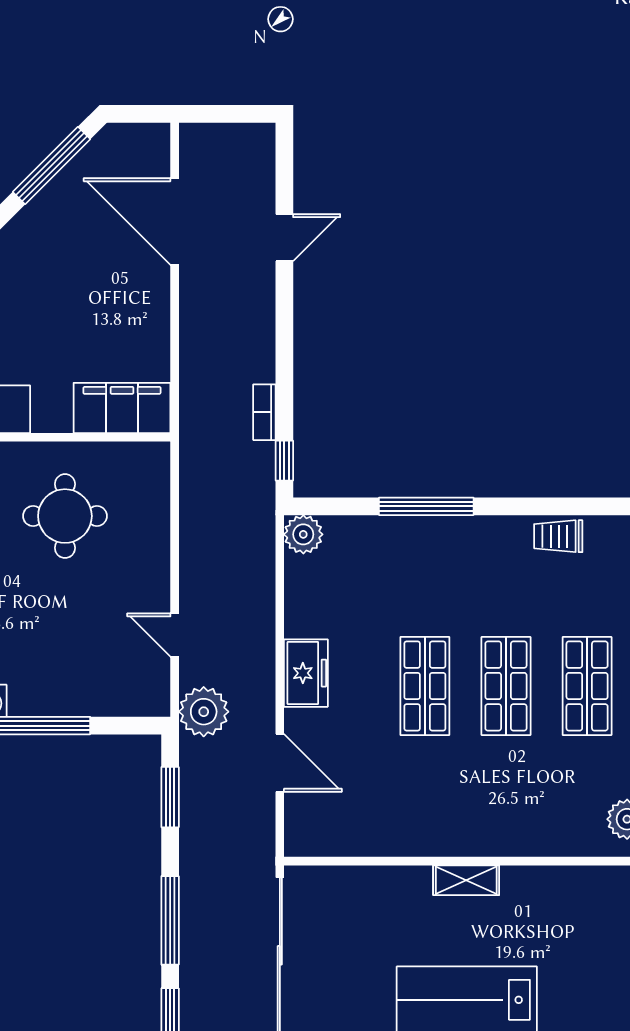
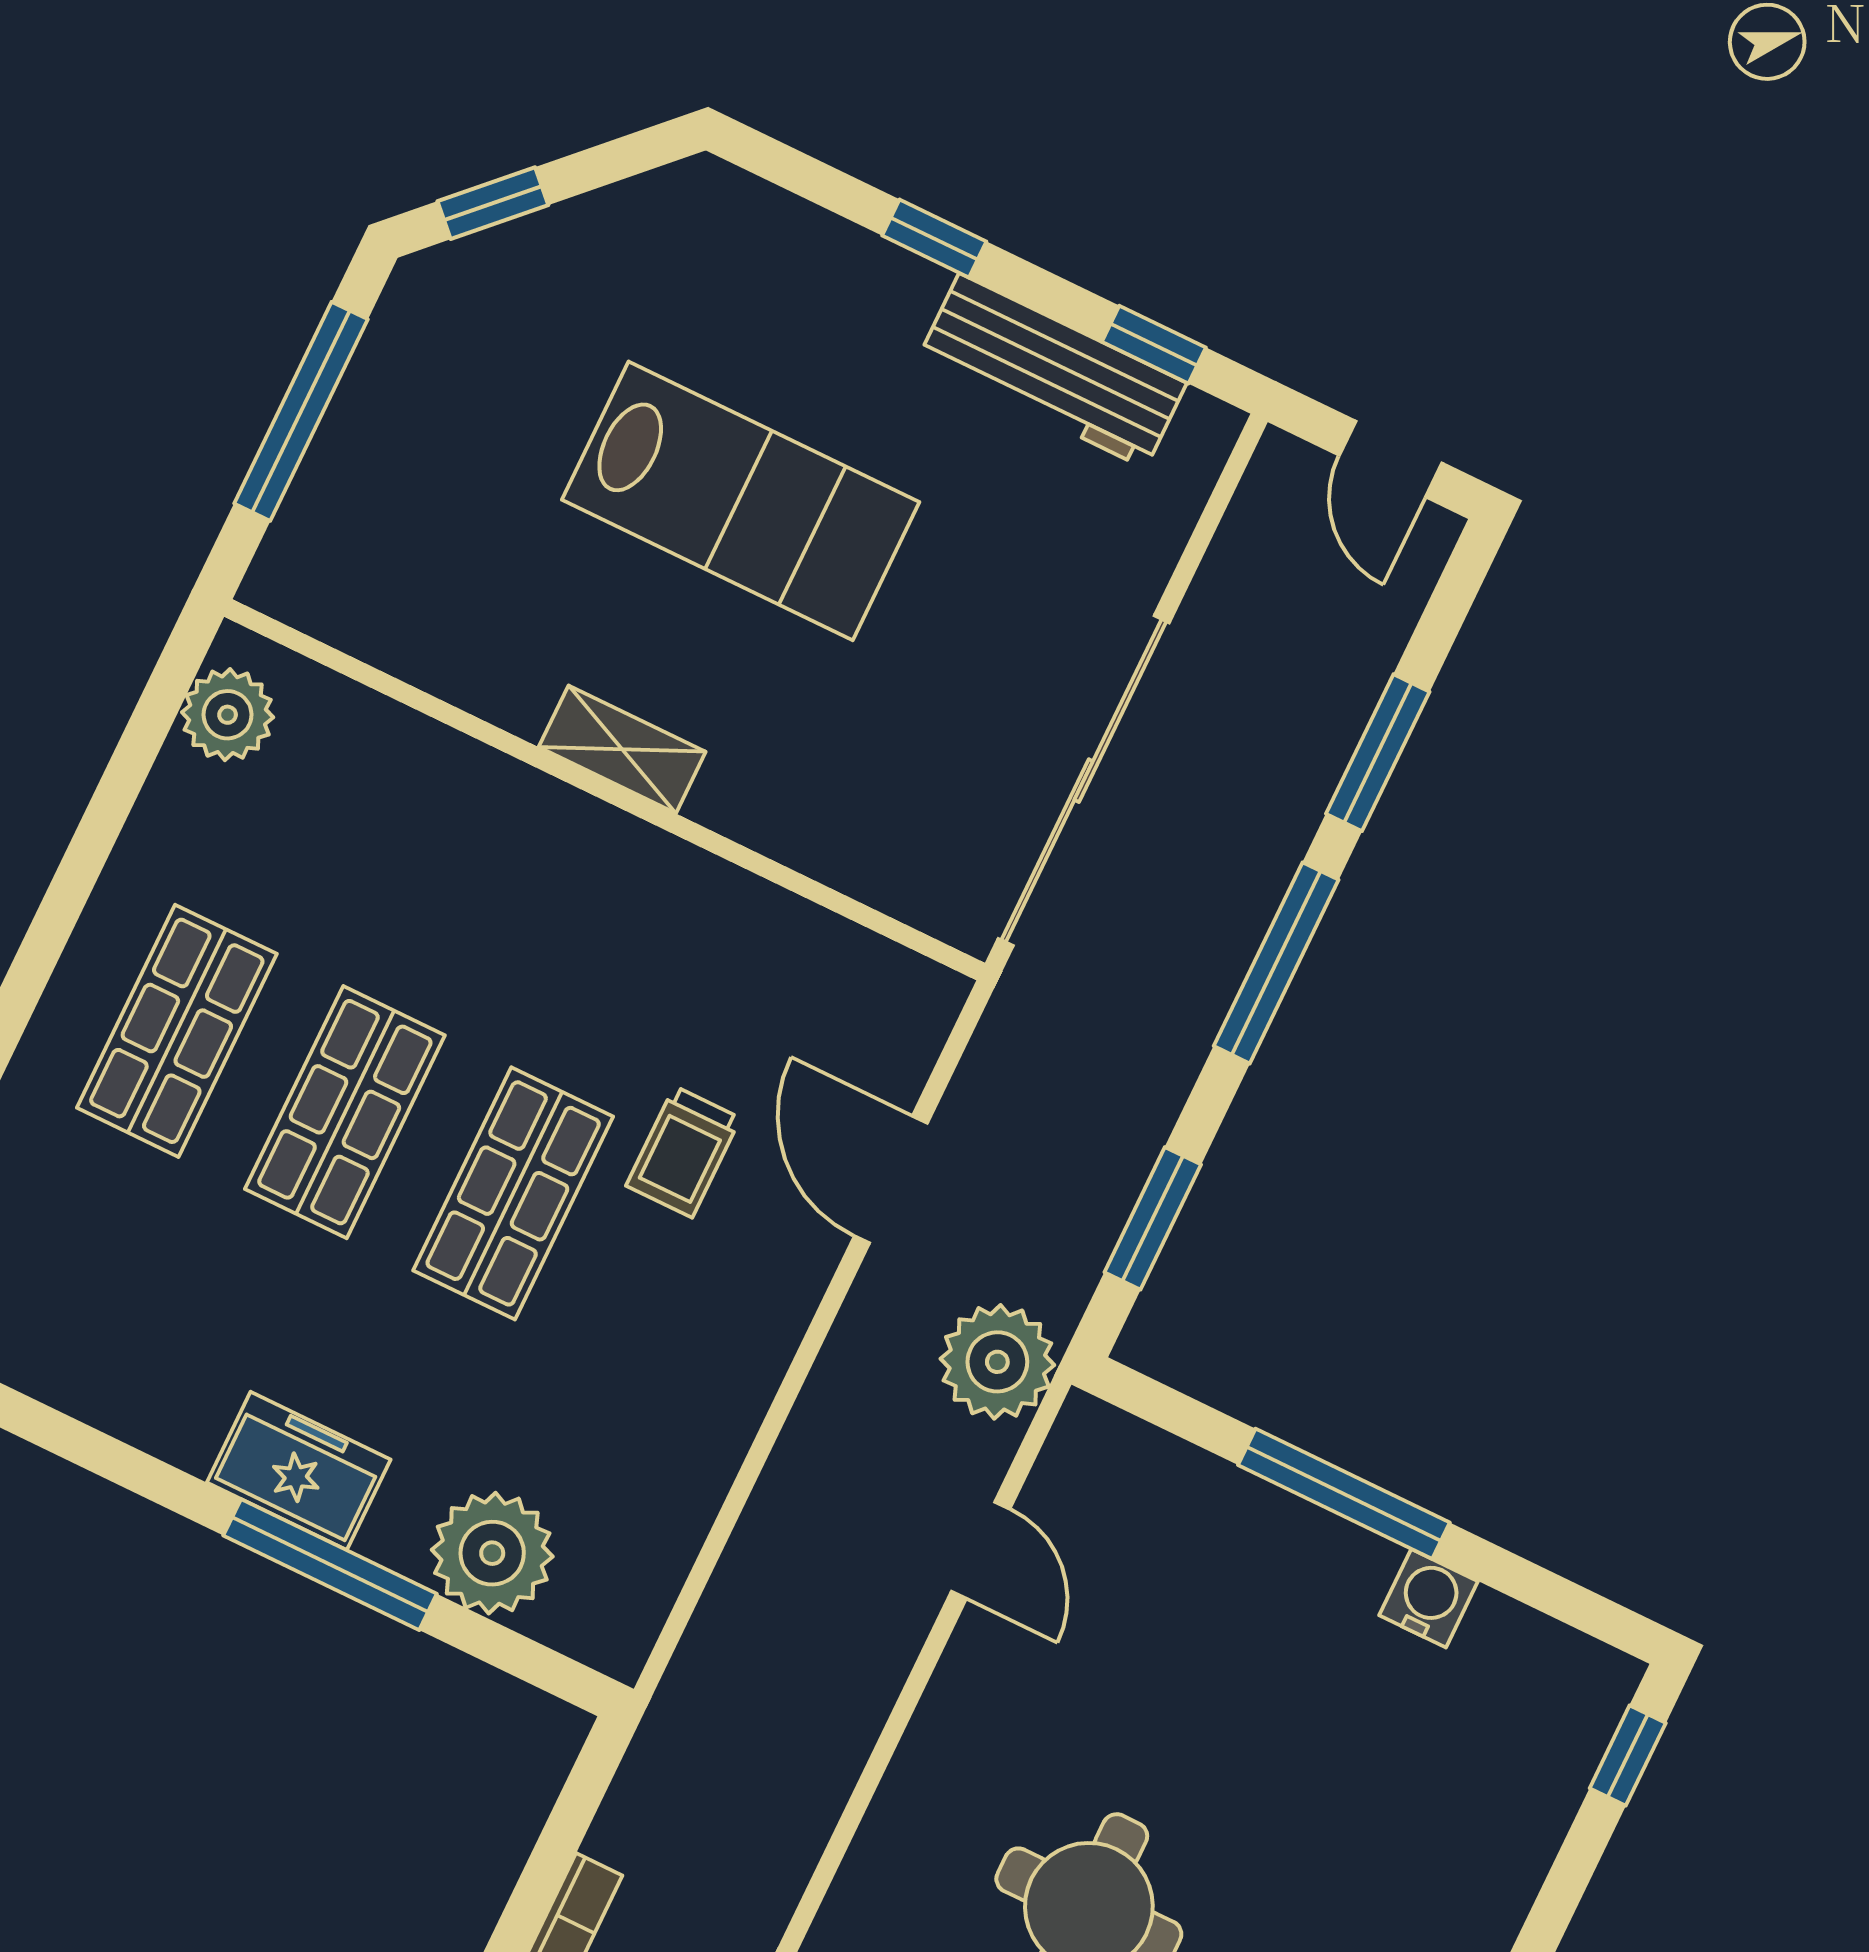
window: (284, 461) -> (579, 1802), removed
plant: (303, 534) -> (492, 1553), moved, width x1.36, depth x1.36
trolley: (558, 536) -> (683, 1152), moved, turned 90
freezer: (306, 673) -> (299, 1471), moved, turned 90

